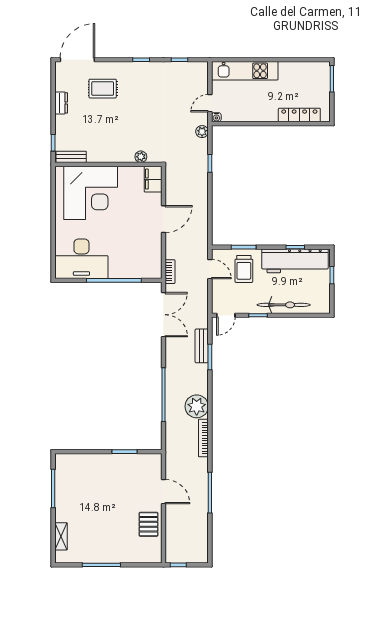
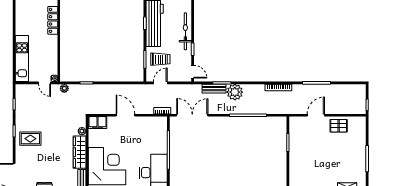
rug: (103, 89) -> (30, 139), moved, turned 90
wardrobe: (111, 154) -> (80, 152), added
plant: (197, 406) -> (235, 92), moved

